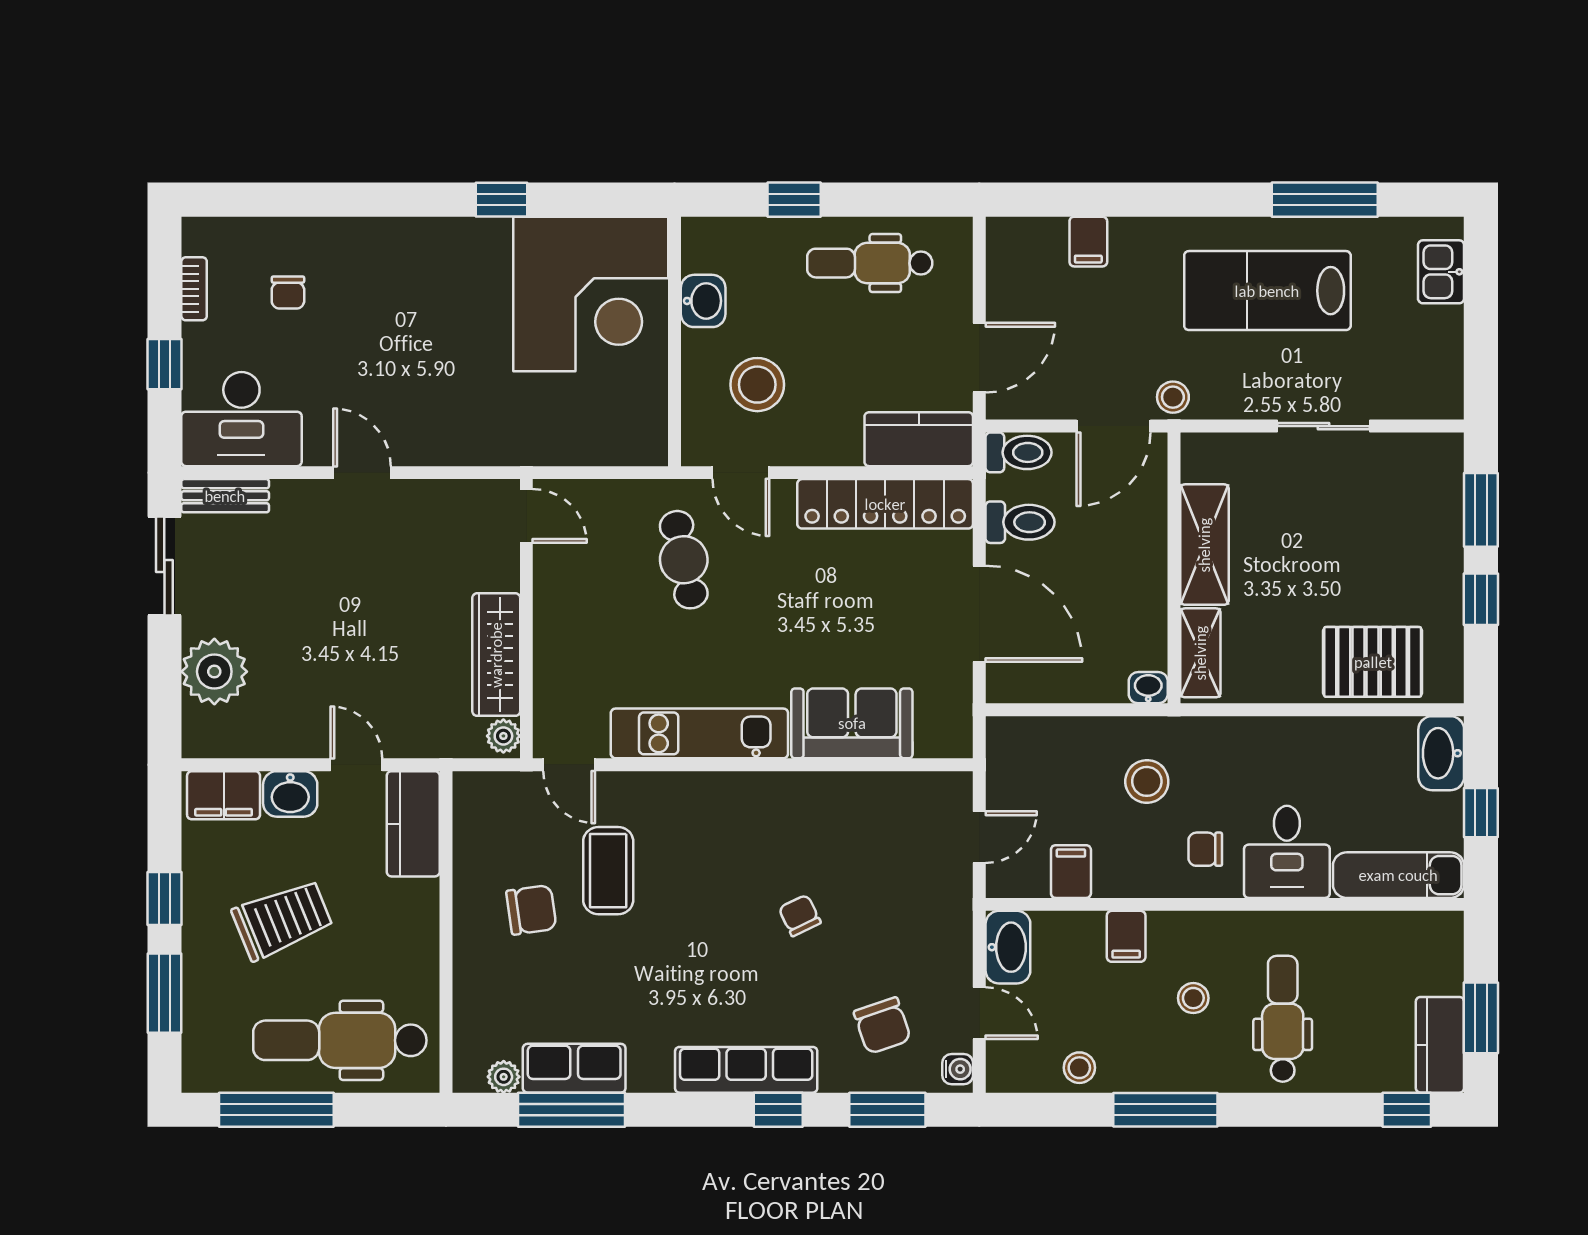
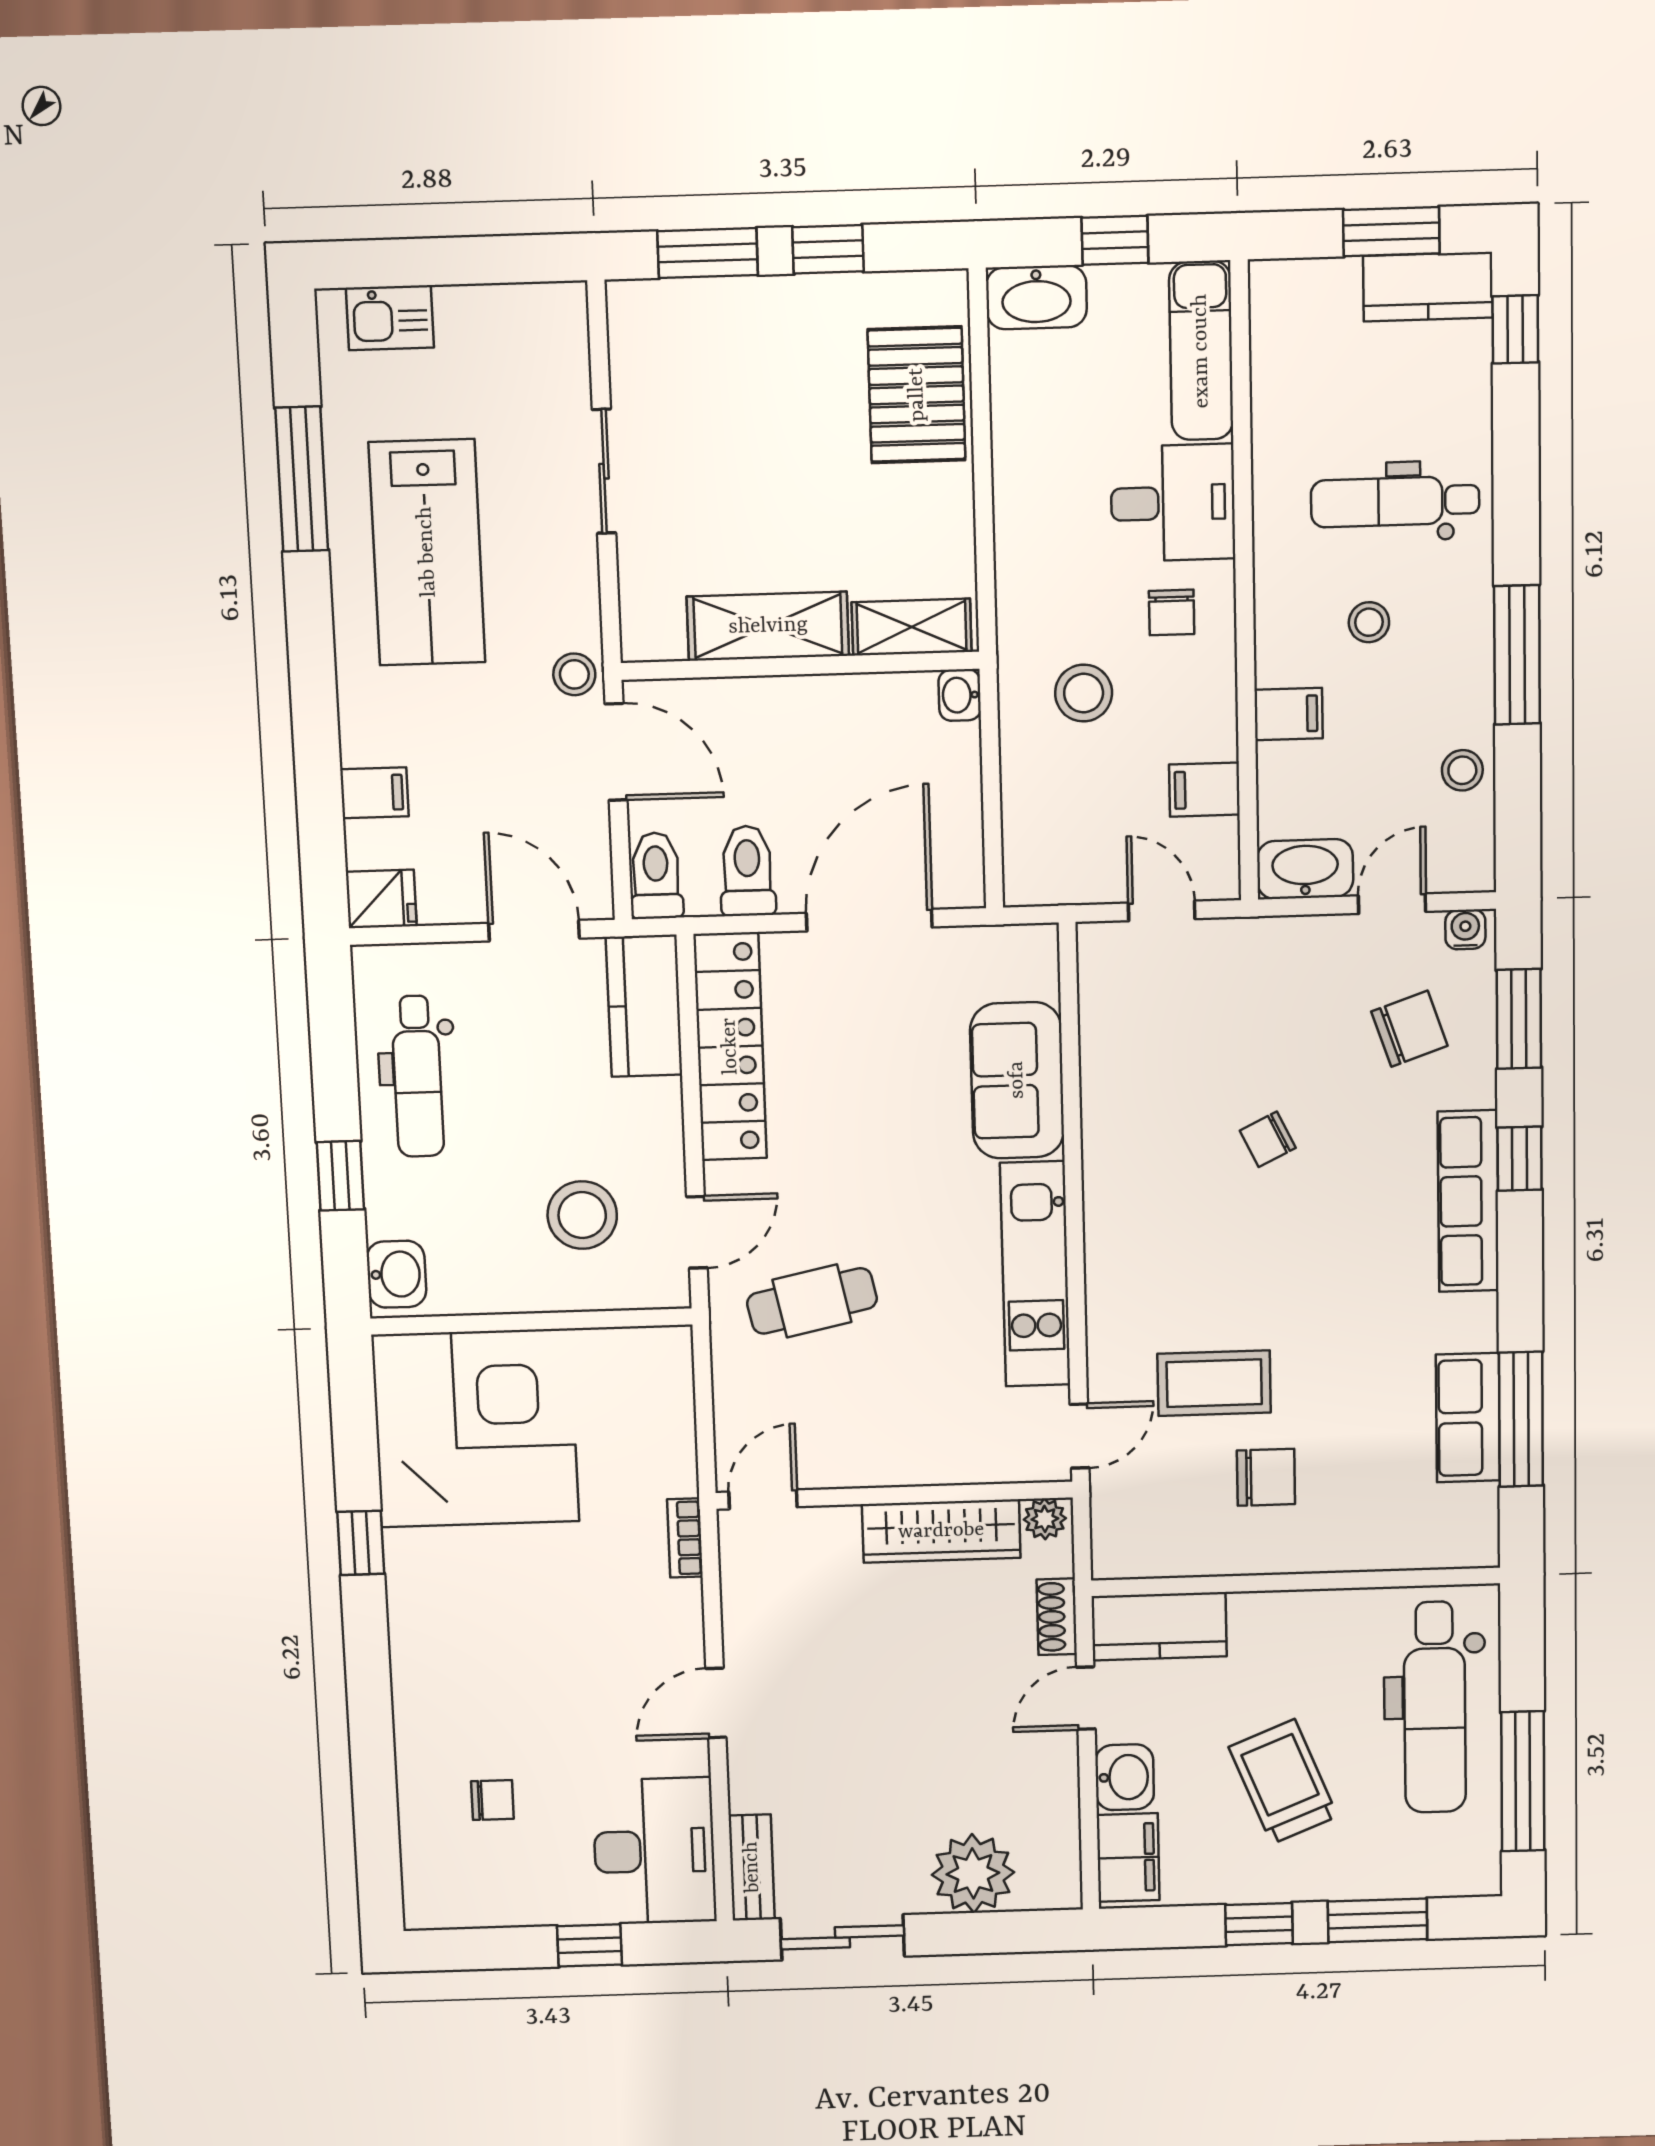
fridge: (1007, 242) -> (381, 899), added
bookcase: (194, 289) -> (685, 1538), moved, turned -90
washbasin: (703, 301) -> (396, 1274), moved, turned 90
shoe rack: (424, 743) -> (1057, 1617), added
chair: (531, 910) -> (1266, 1477), turned 98
plant: (504, 1077) -> (1480, 1505), removed

